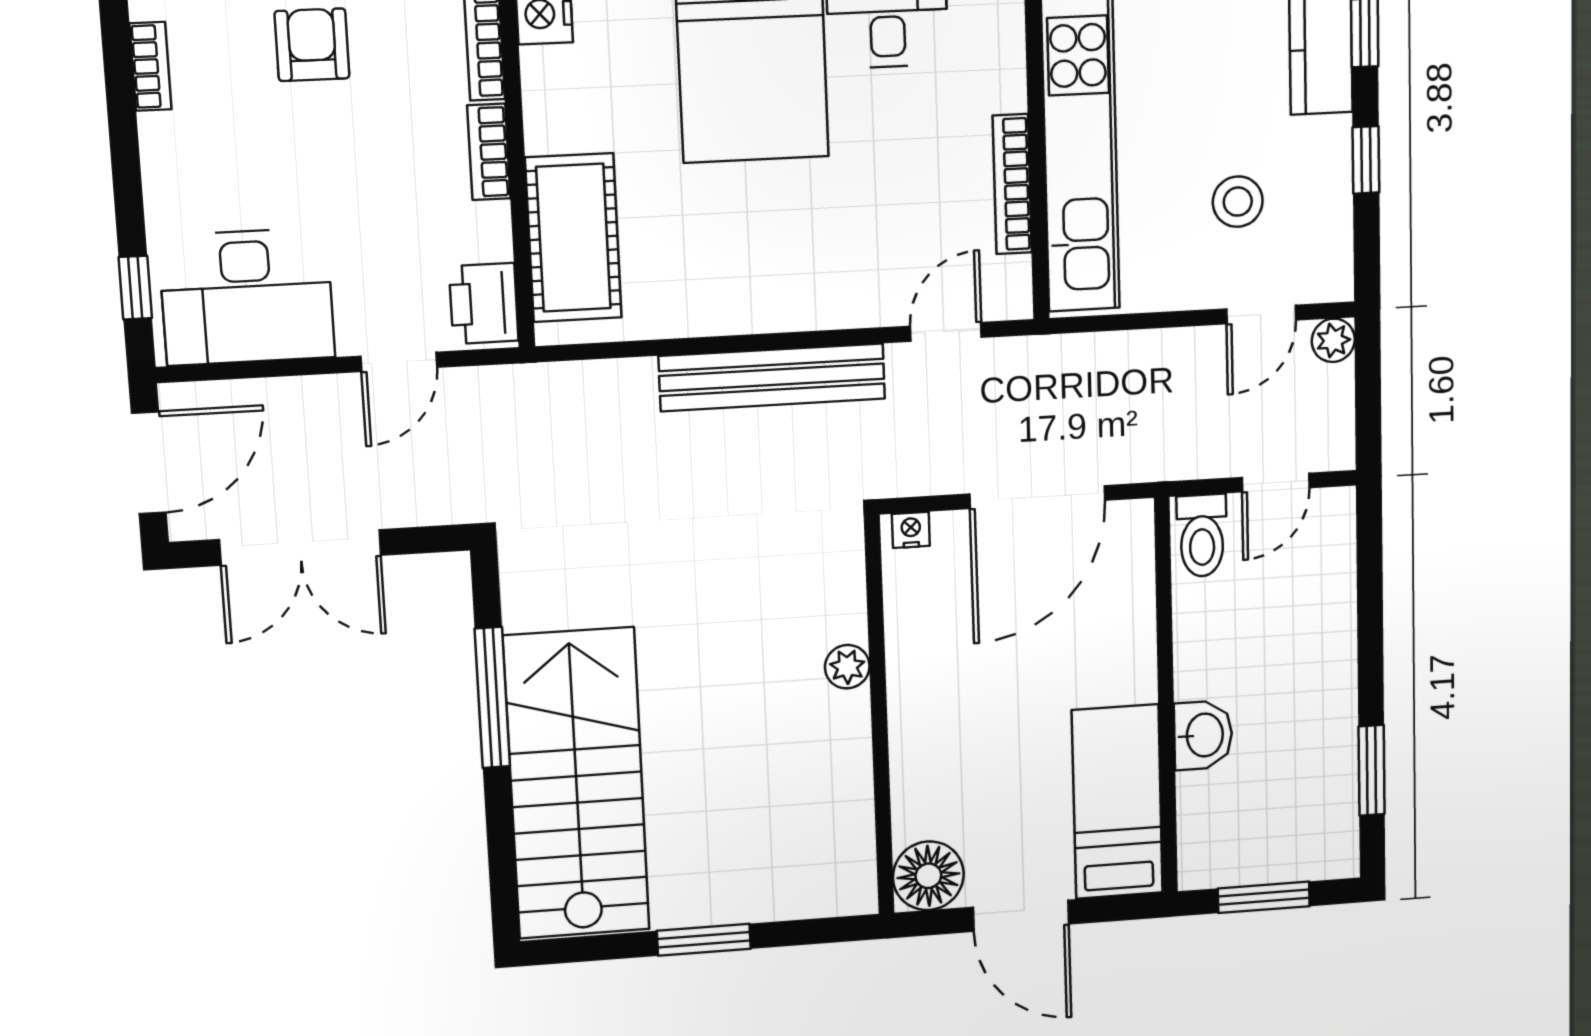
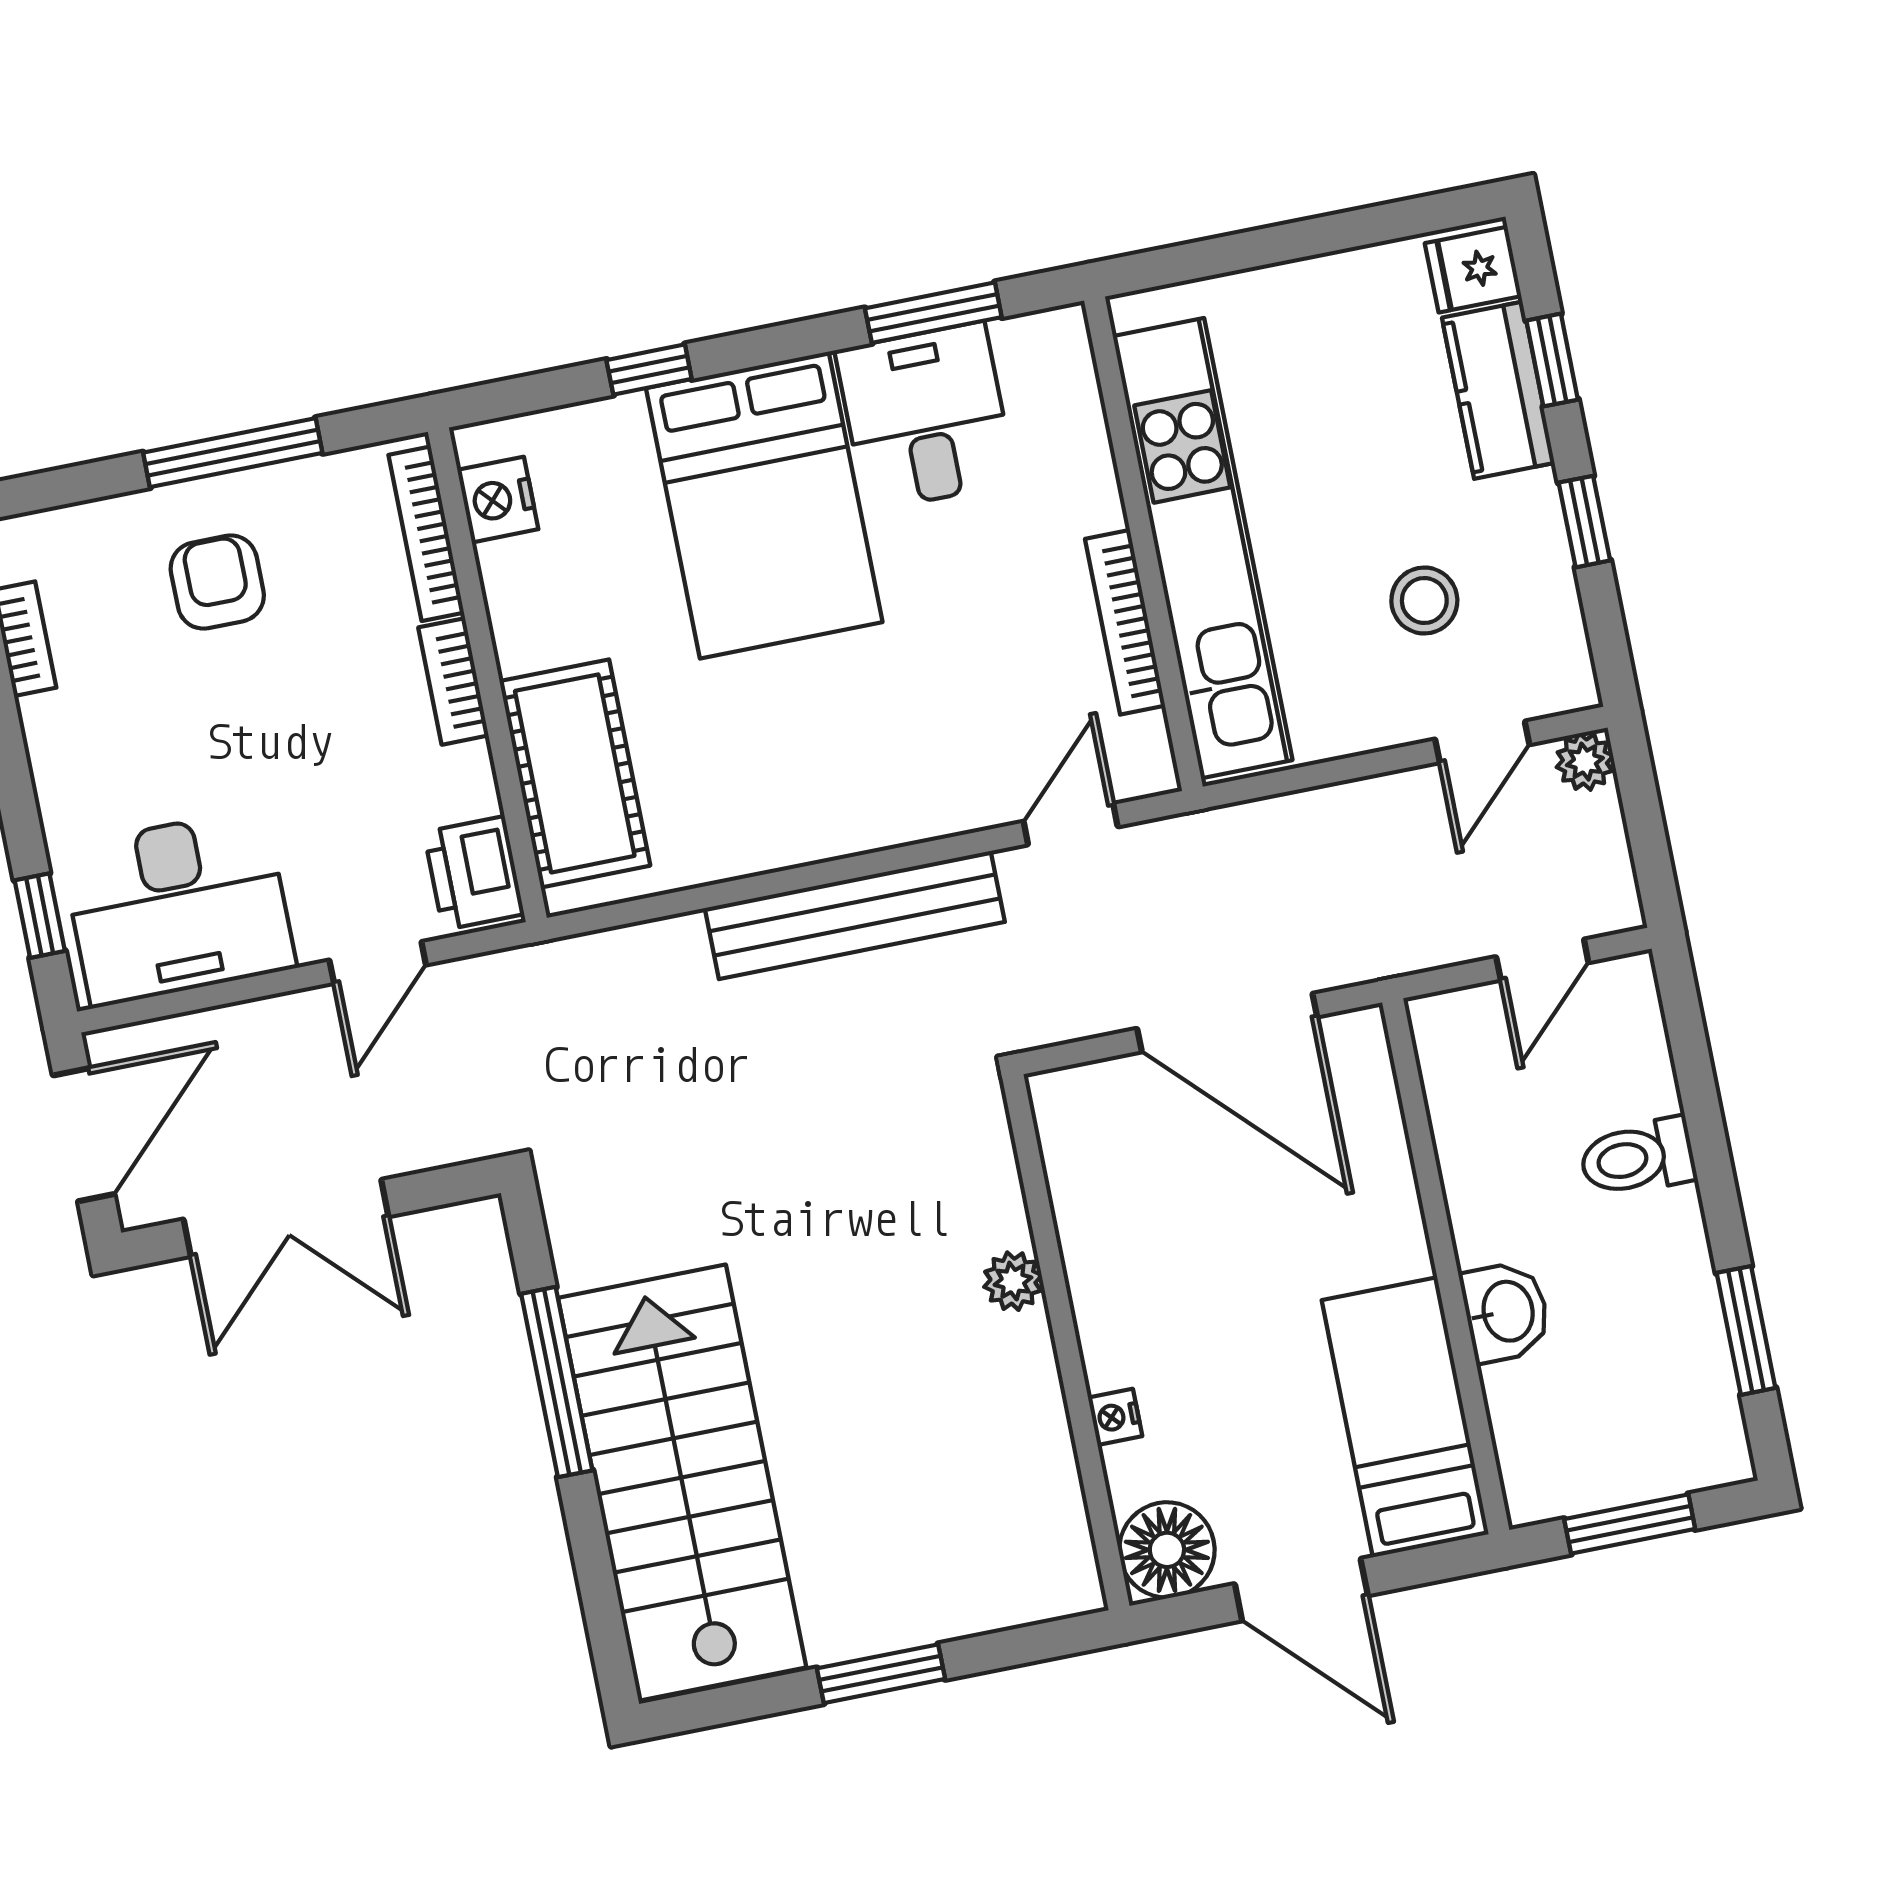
door: (1037, 497) -> (1227, 1023), hinge flipped
nightstand: (911, 530) -> (1115, 1417), moved, turned -90
toilet: (1202, 536) -> (1638, 1158), moved, turned 90

